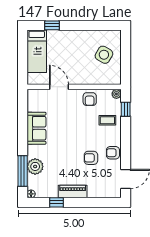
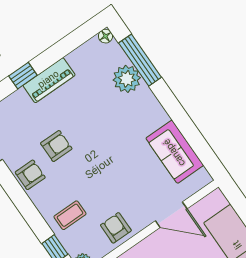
sofa: (36, 128) -> (175, 152), moved
window: (57, 202) -> (23, 76), moved

